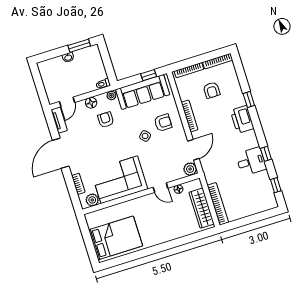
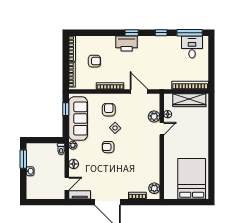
window: (249, 100) -> (132, 33), moved
door: (67, 102) -> (67, 184), hinge flipped
armchair: (106, 120) -> (108, 147), moved
desk: (251, 161) -> (192, 47), moved
plant: (190, 169) -> (154, 117), moved
corner sofa: (119, 180) -> (145, 161), removed
window: (276, 185) -> (190, 33), width x2.17

